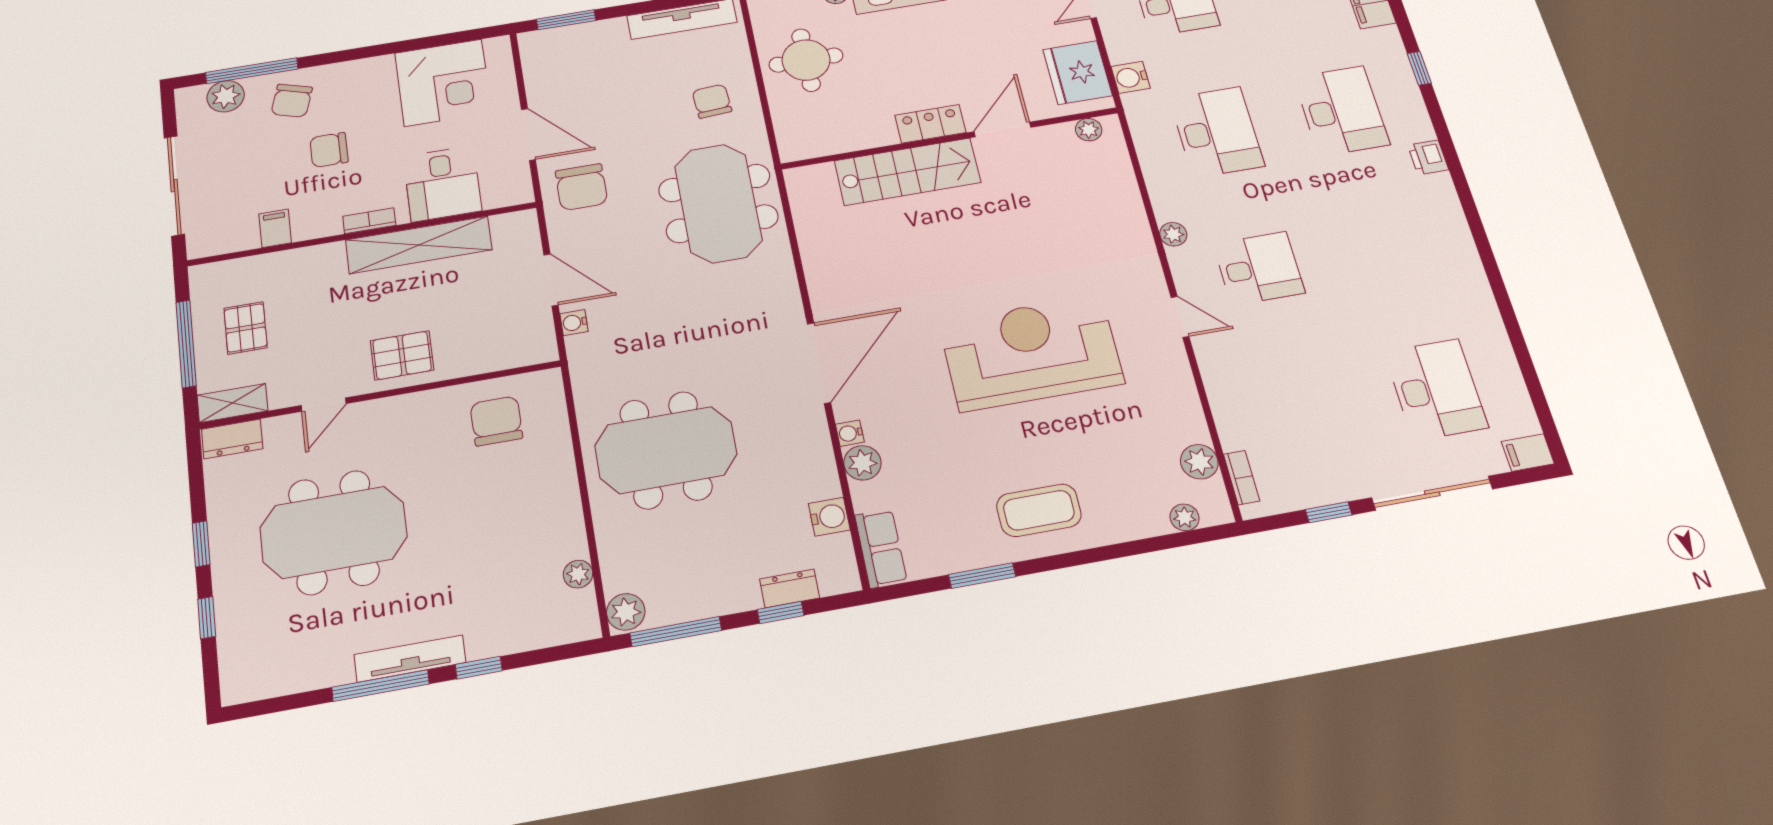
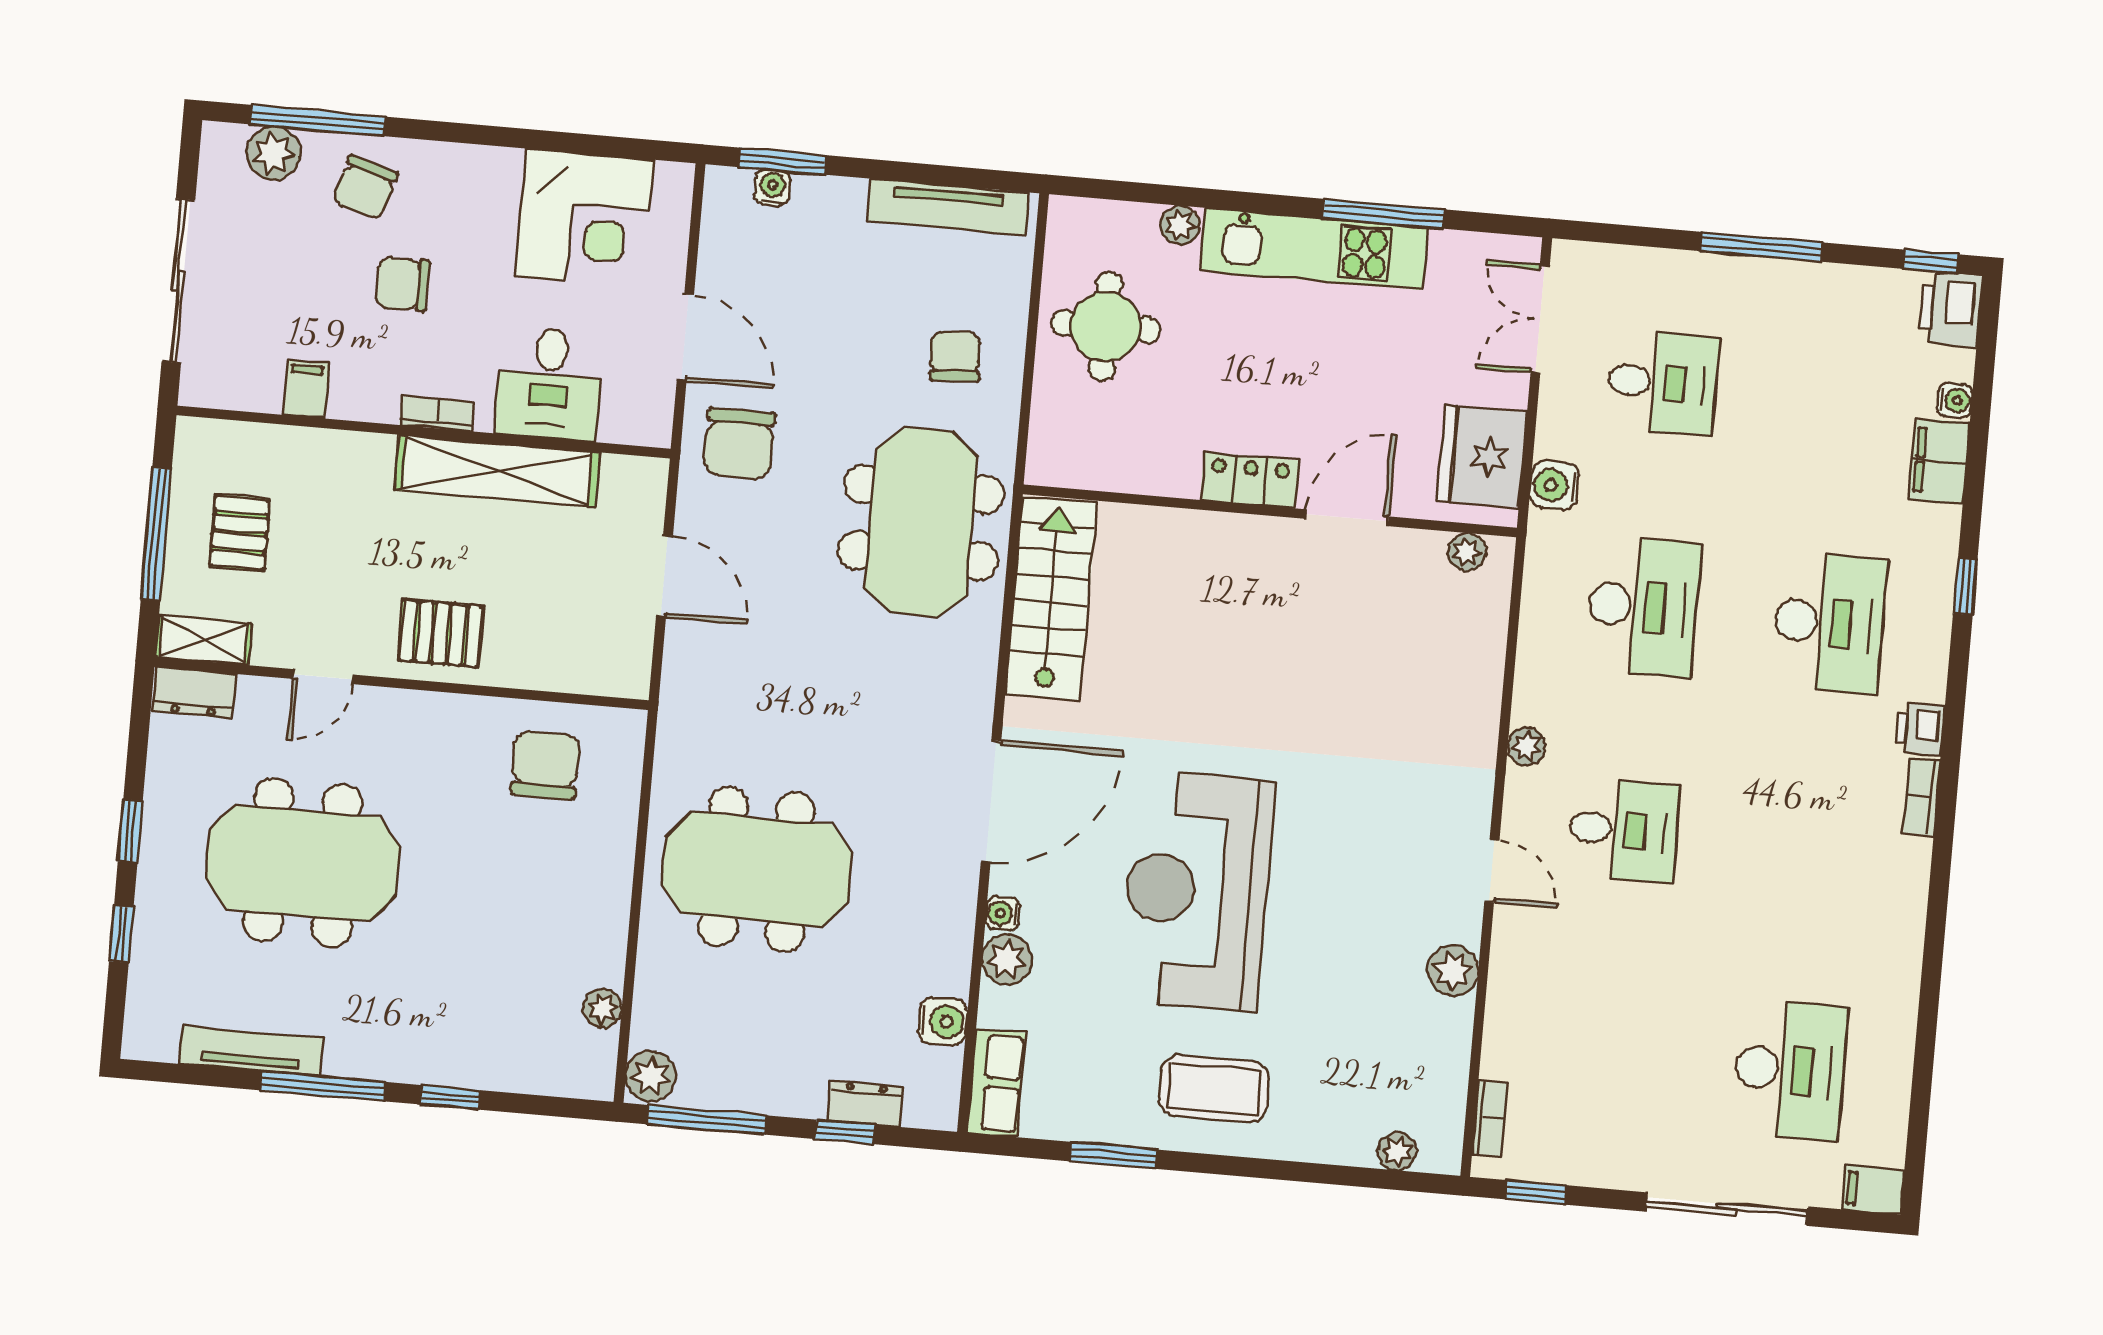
stairs: (908, 172) -> (1051, 598), moved, turned -90
bookcase: (1448, 197) -> (1922, 797), added
water cooler: (574, 323) -> (773, 188), moved, turned 90
reception desk: (1031, 353) -> (1197, 891), moved, turned -90
plant: (1199, 462) -> (1453, 971), moved
window: (1329, 512) -> (1536, 1192), moved
tv unit: (410, 659) -> (251, 1051), moved

